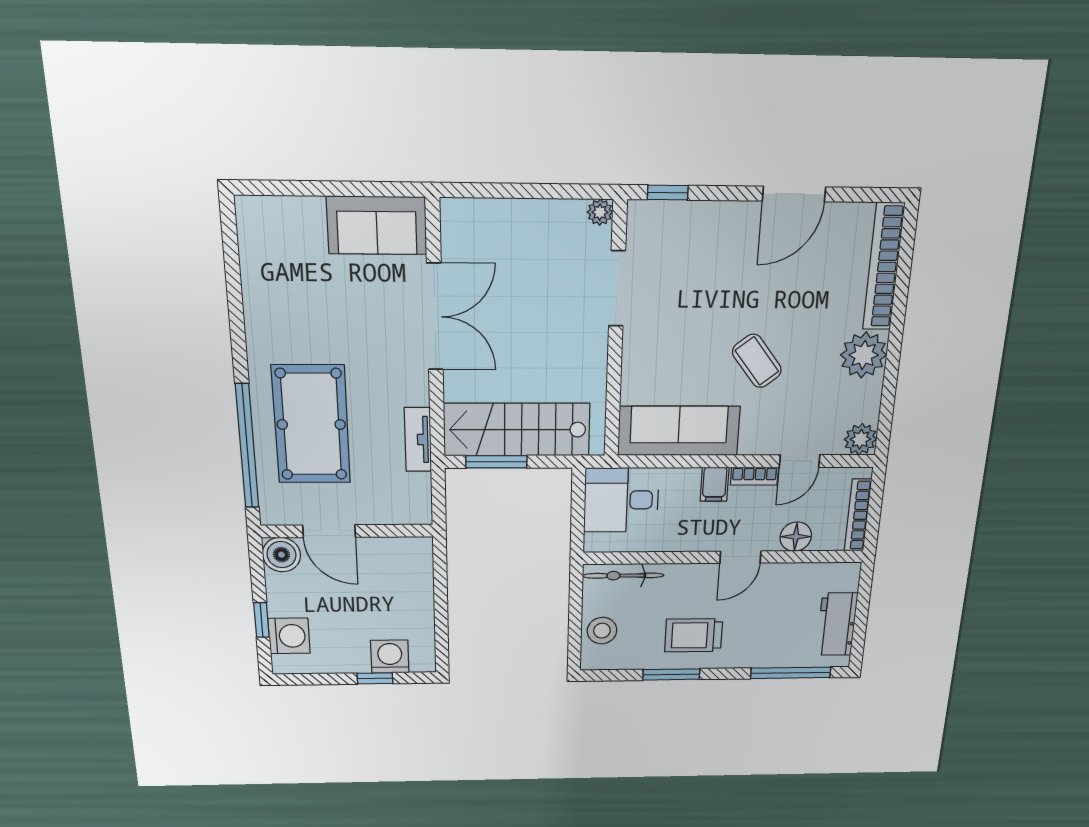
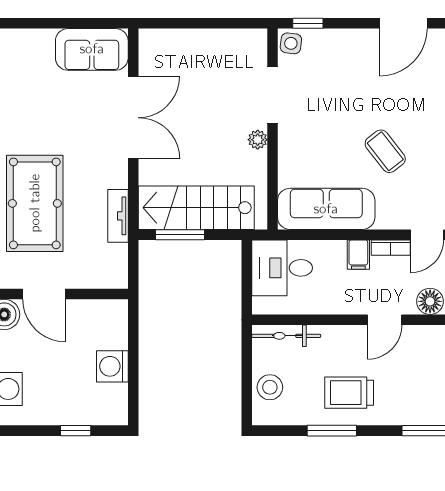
plant: (600, 212) -> (258, 140), moved
side table: (644, 220) -> (291, 43), added
washing machine: (390, 657) -> (112, 366), moved, turned -90

